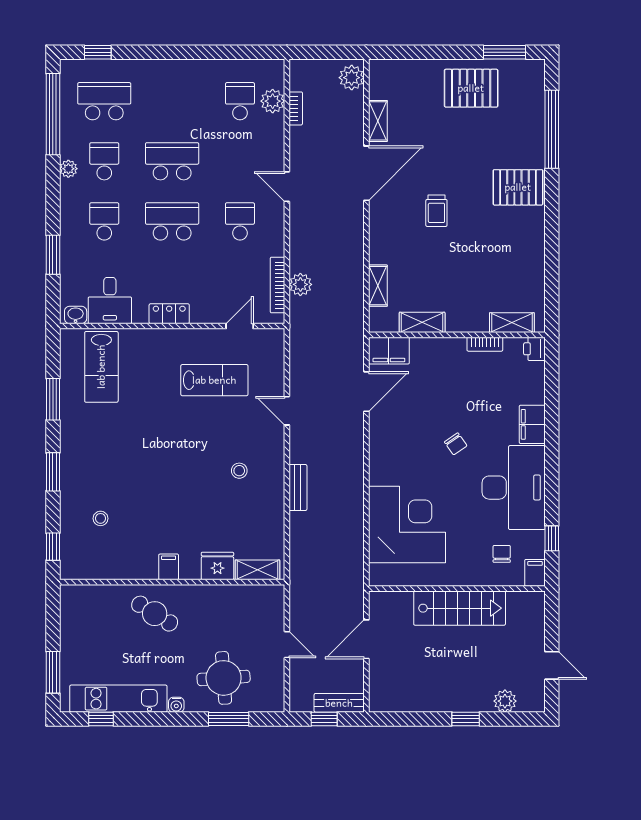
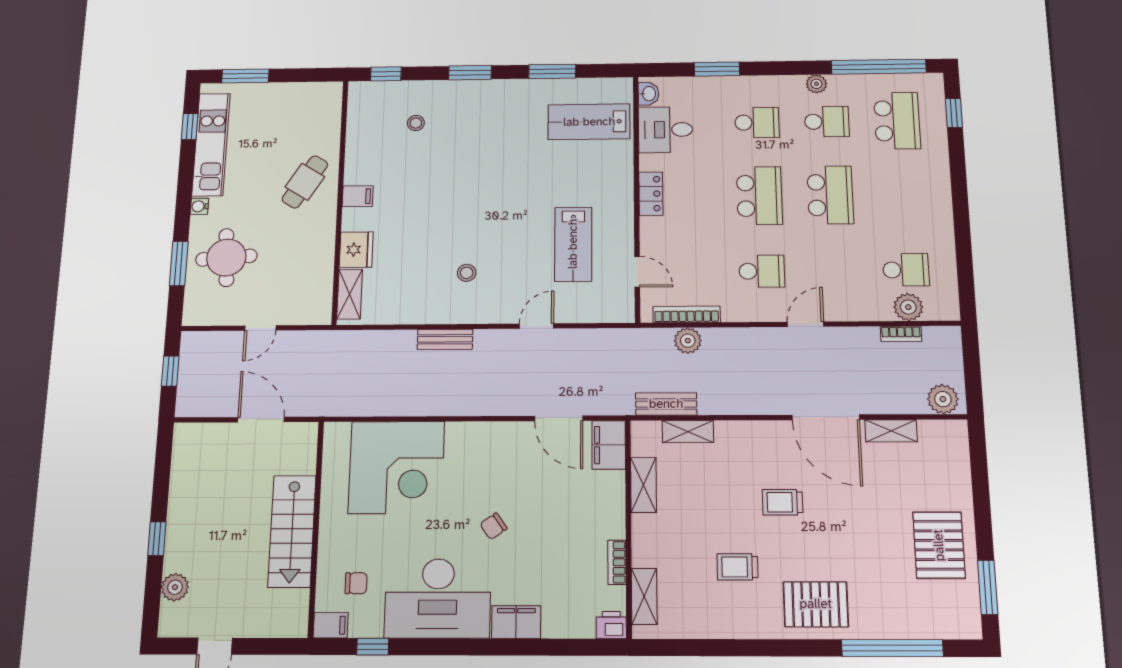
pallet: (518, 187) -> (816, 604), turned 90
trolley: (488, 248) -> (737, 567), added
bench: (339, 703) -> (666, 404), moved, turned 90

